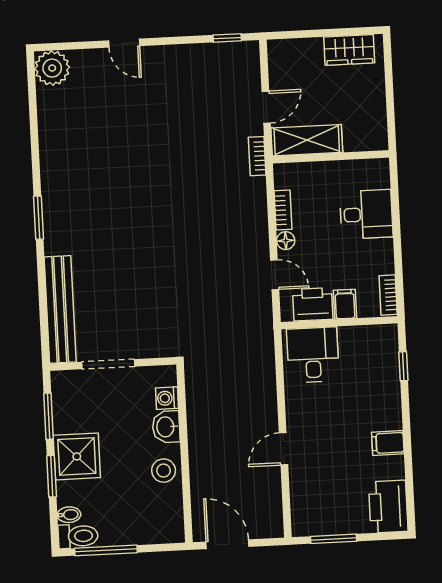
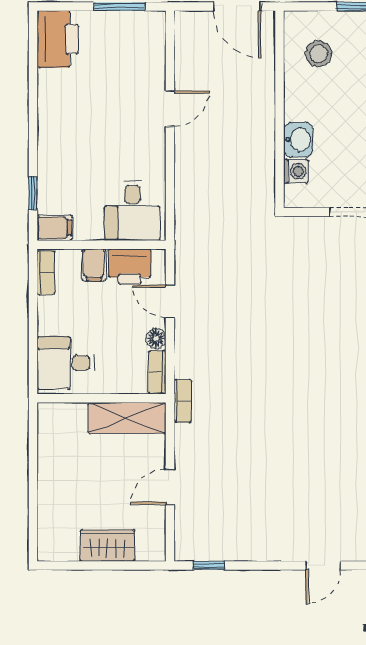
door: (124, 43) -> (323, 565), swing flipped
wardrobe: (349, 50) -> (108, 545), moved
shelving: (307, 140) -> (127, 418), moved
bookcase: (257, 156) -> (183, 401), moved
wall: (331, 157) -> (101, 398), moved
filing cabinet: (388, 443) -> (54, 228), moved
stool: (164, 471) -> (319, 54), moved

